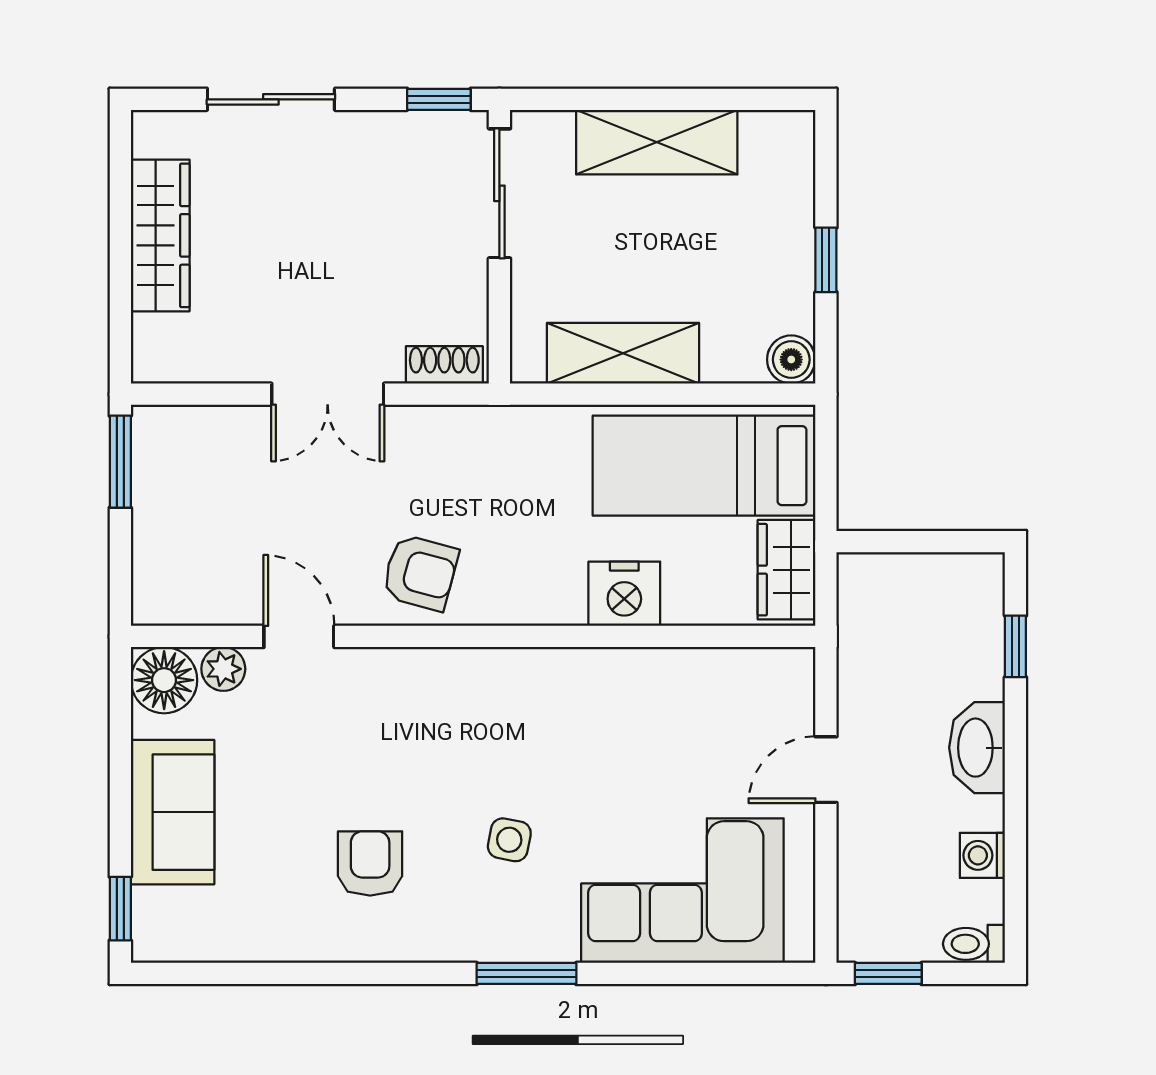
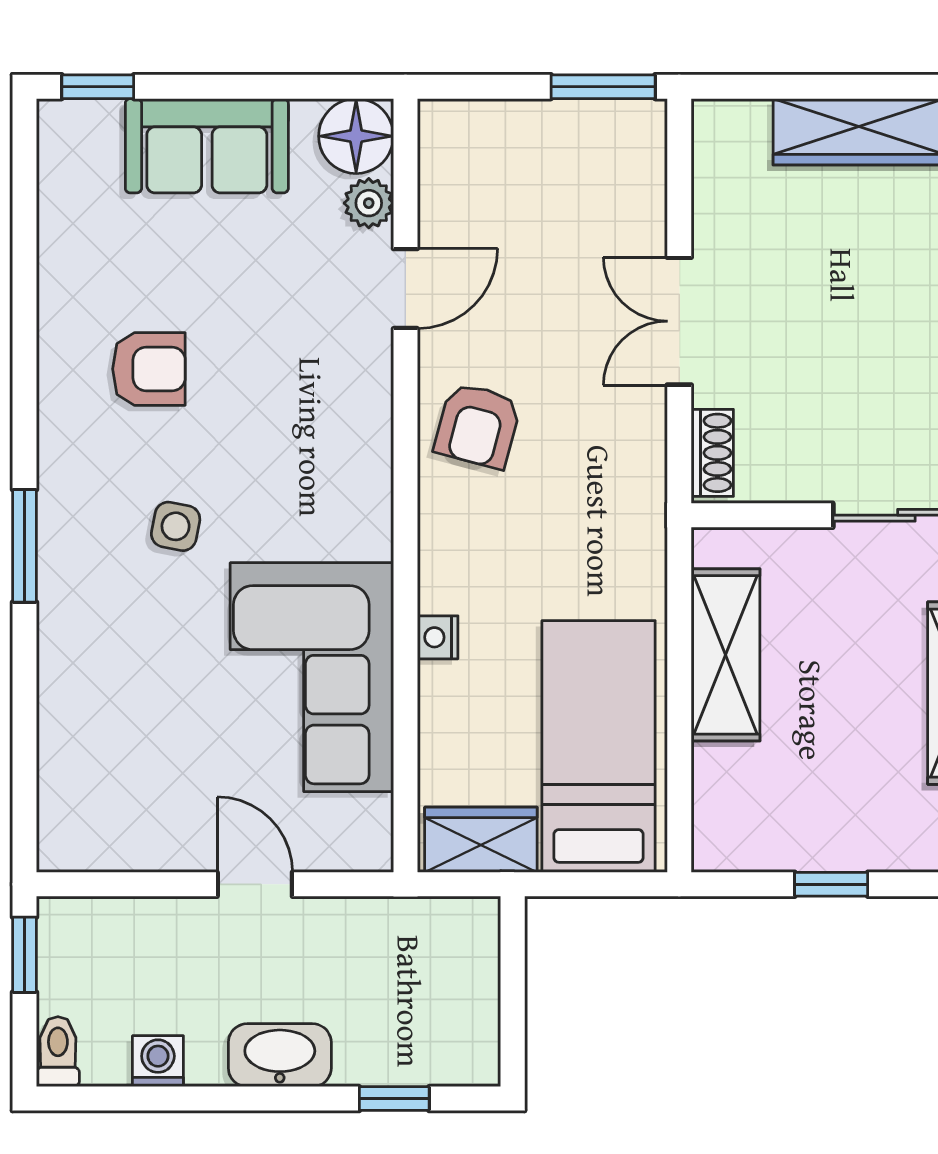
boiler: (791, 360) -> (718, 845), removed
nightstand: (624, 594) -> (438, 637), width x0.53, depth x0.56
corner sofa: (682, 891) -> (312, 677), moved, turned 180

